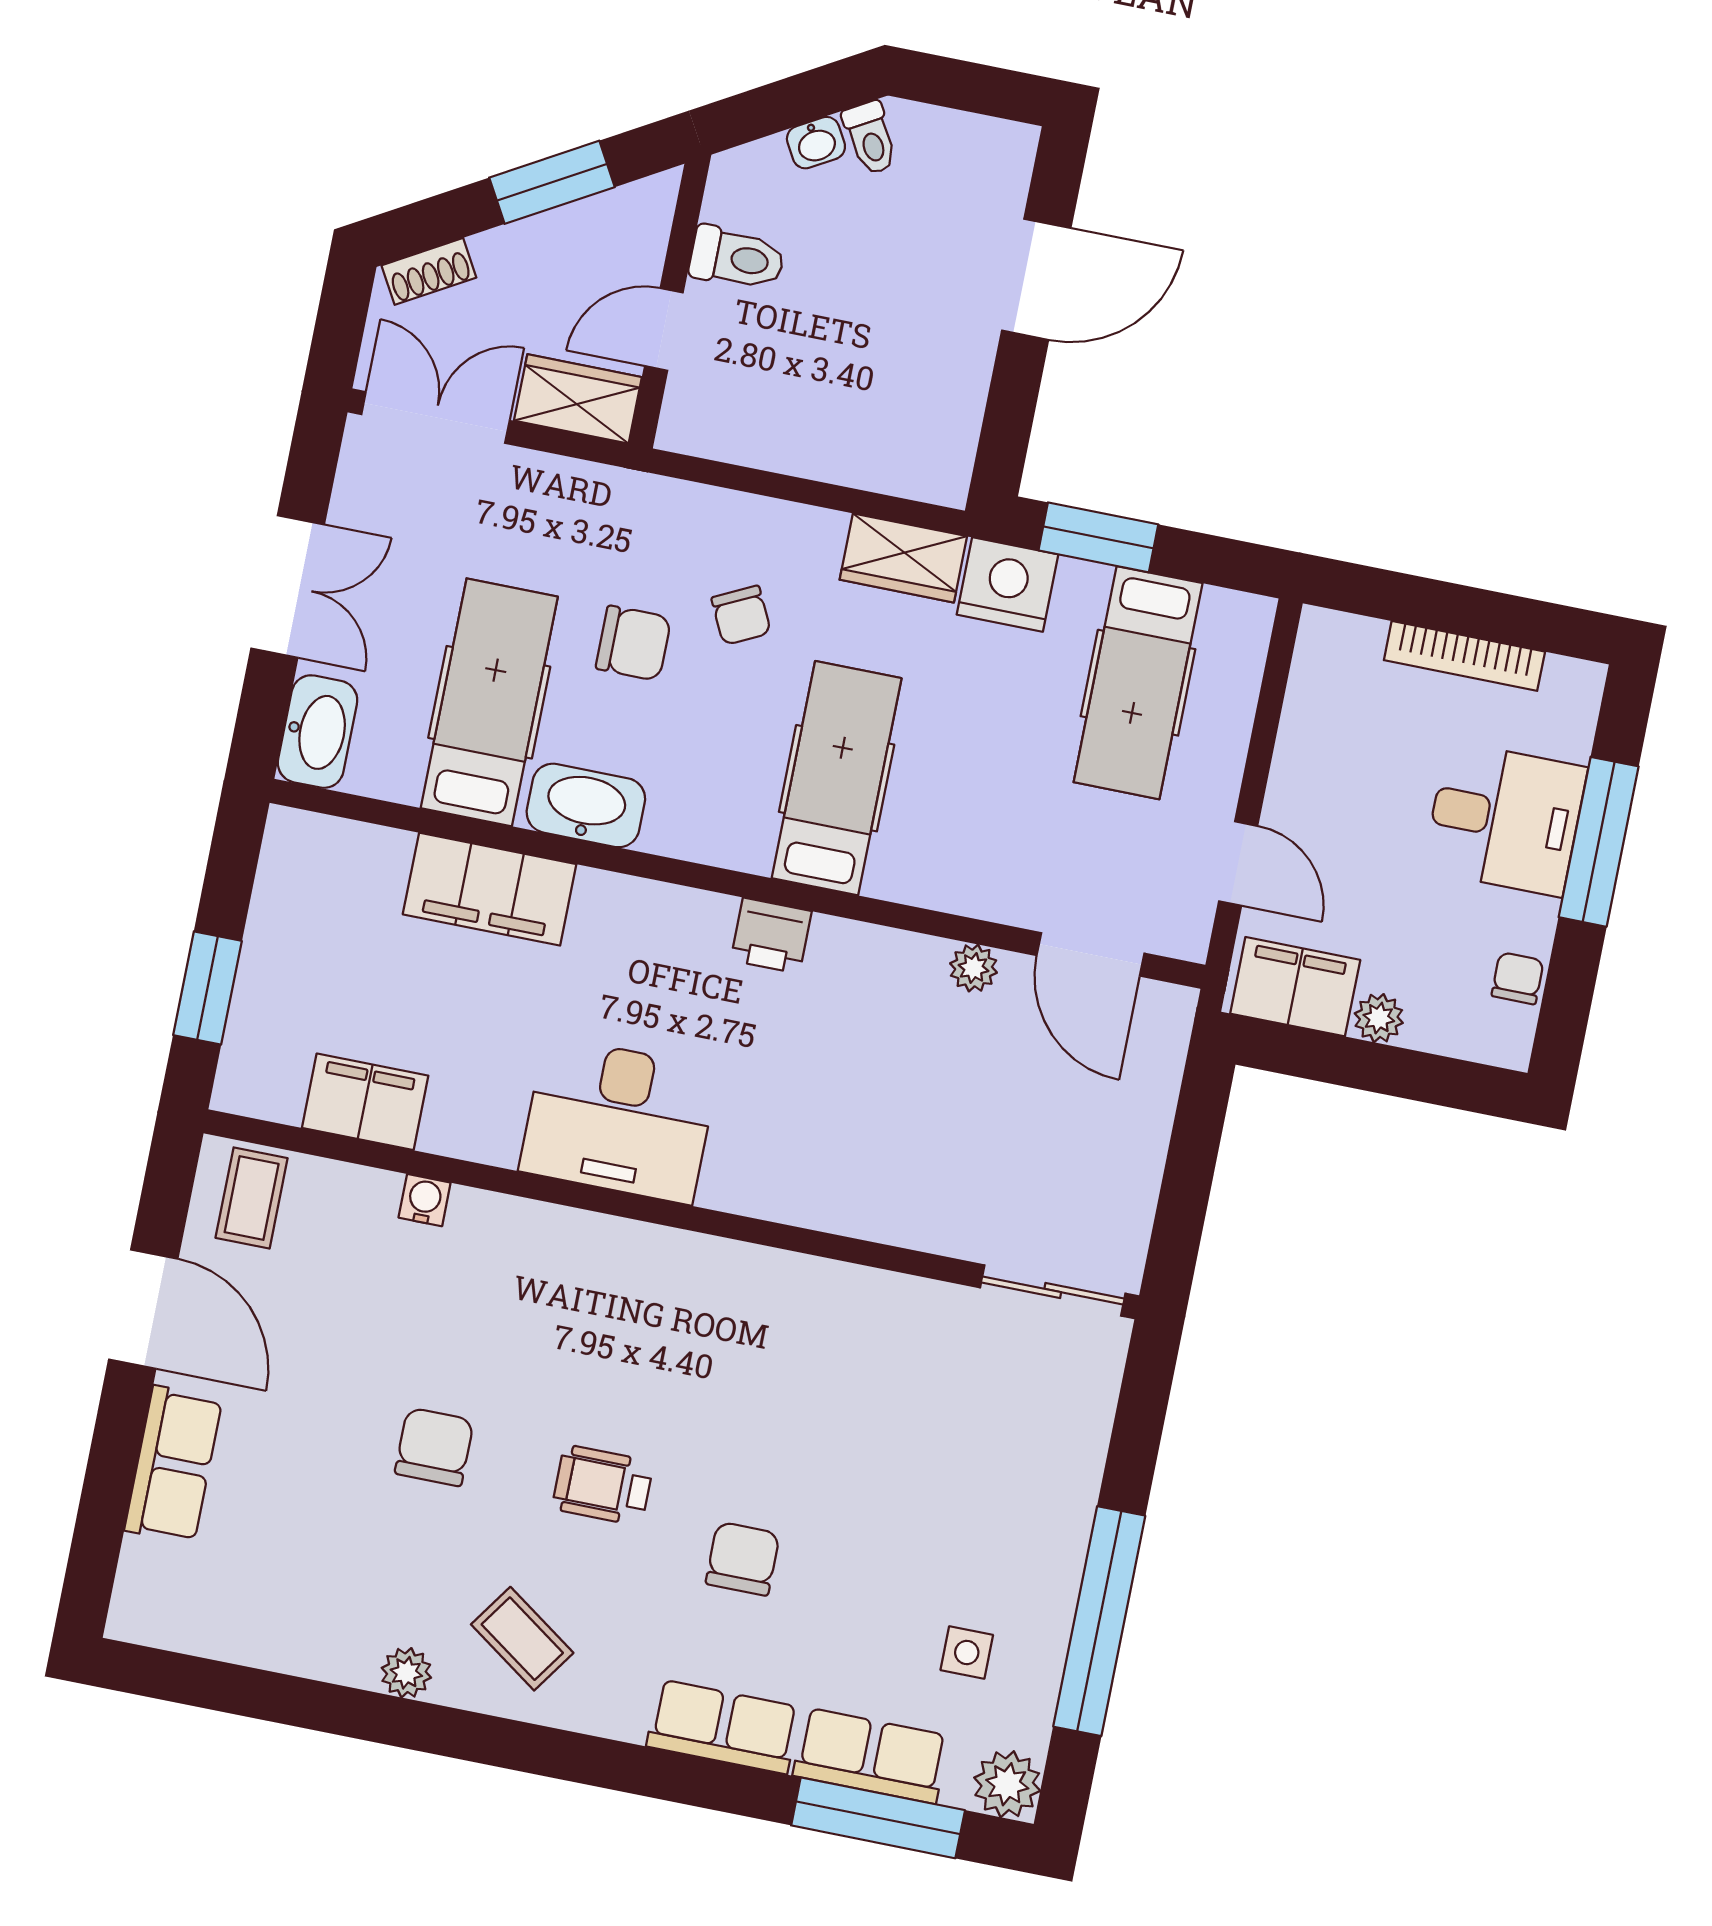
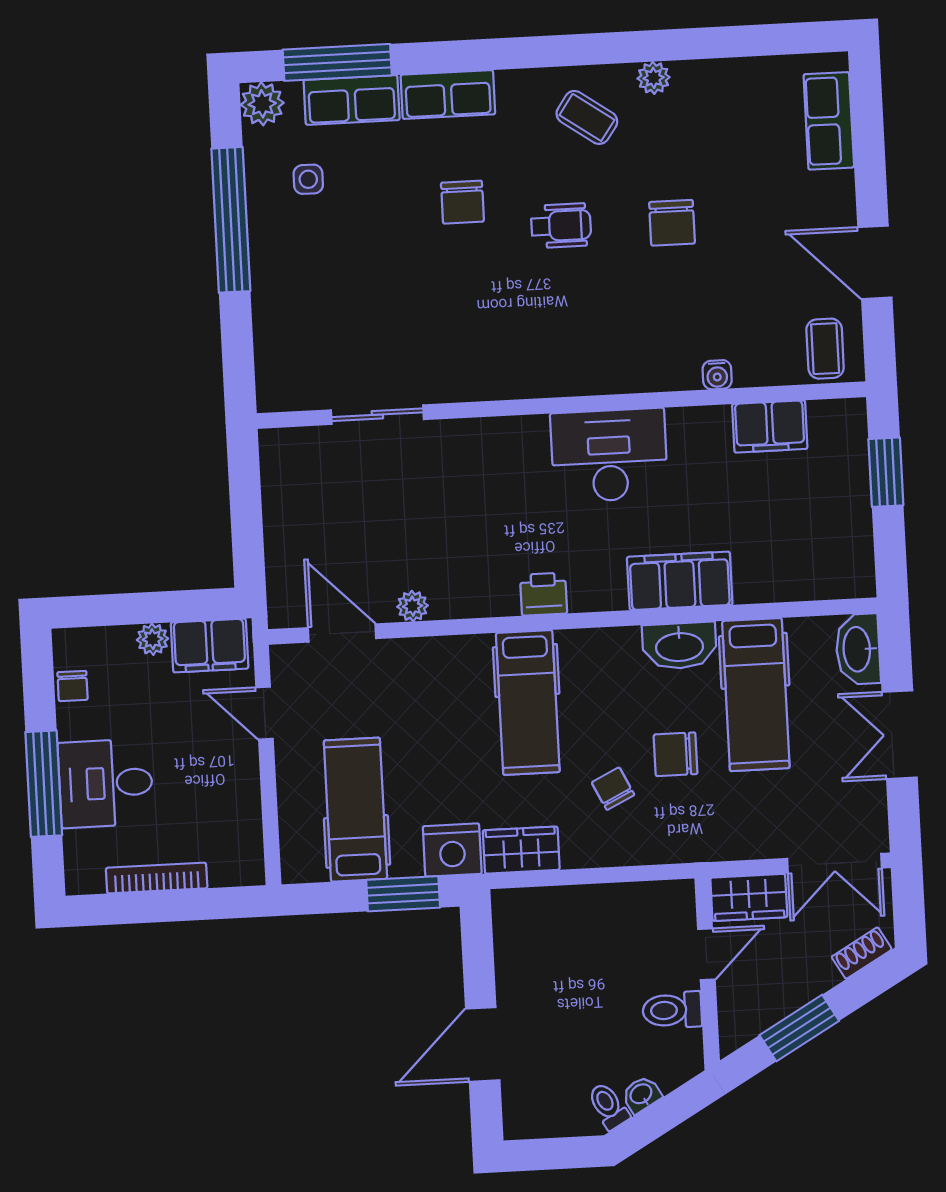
filing cabinet: (490, 889) -> (680, 581), moved
sliding door: (1053, 1290) -> (377, 415), moved
row of seats: (174, 1465) -> (829, 121), moved

